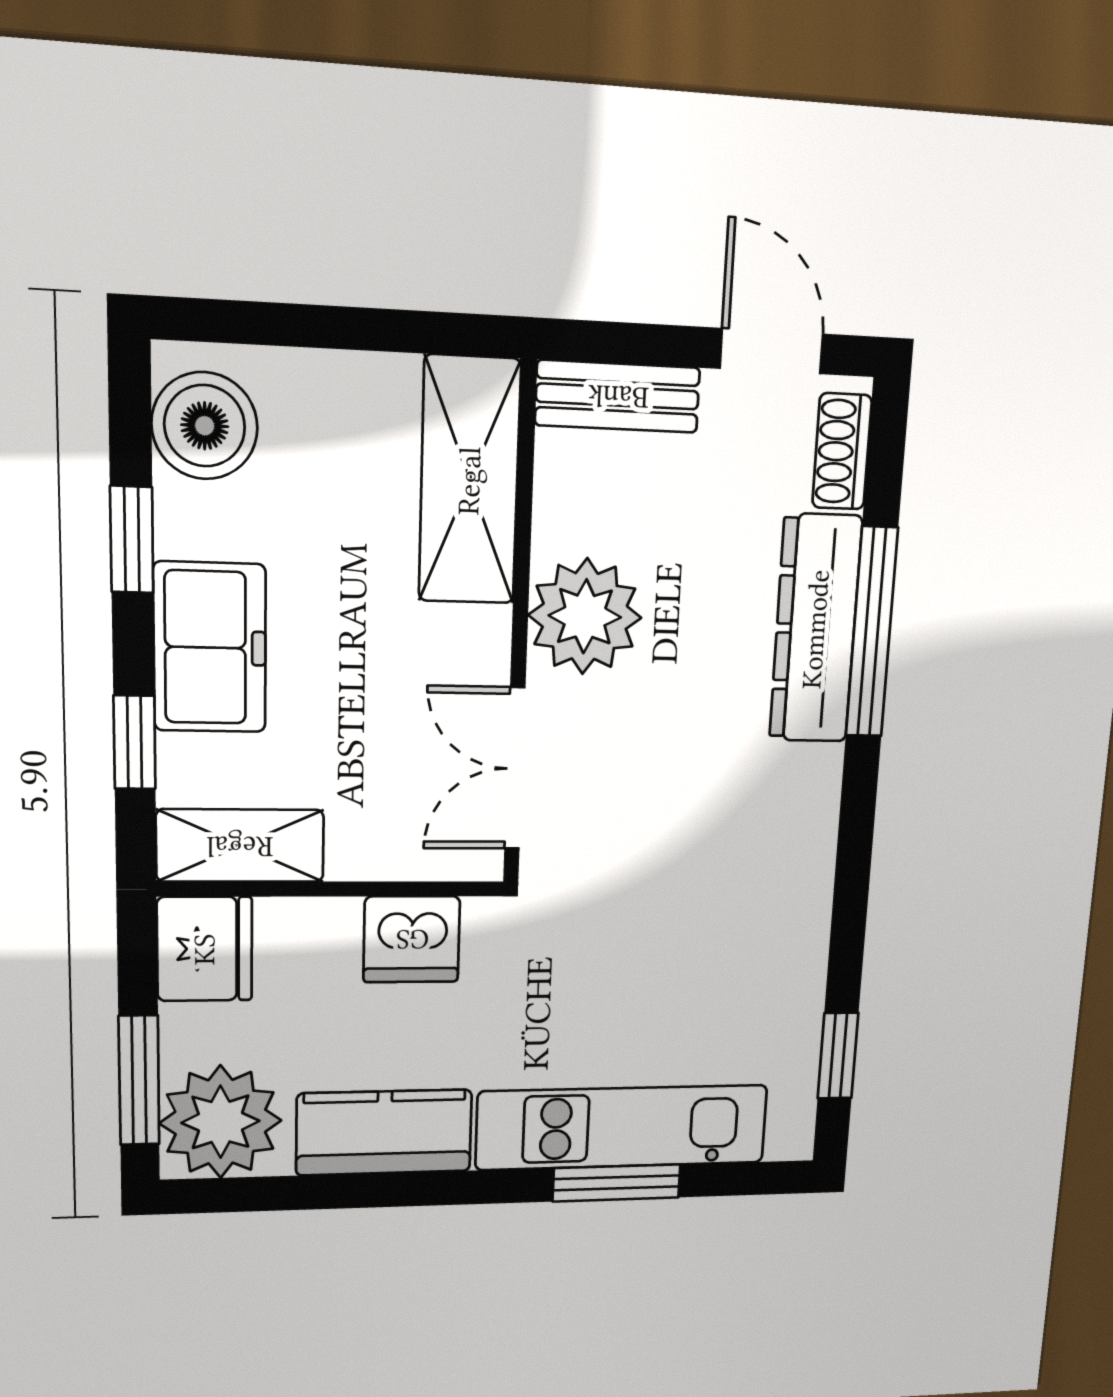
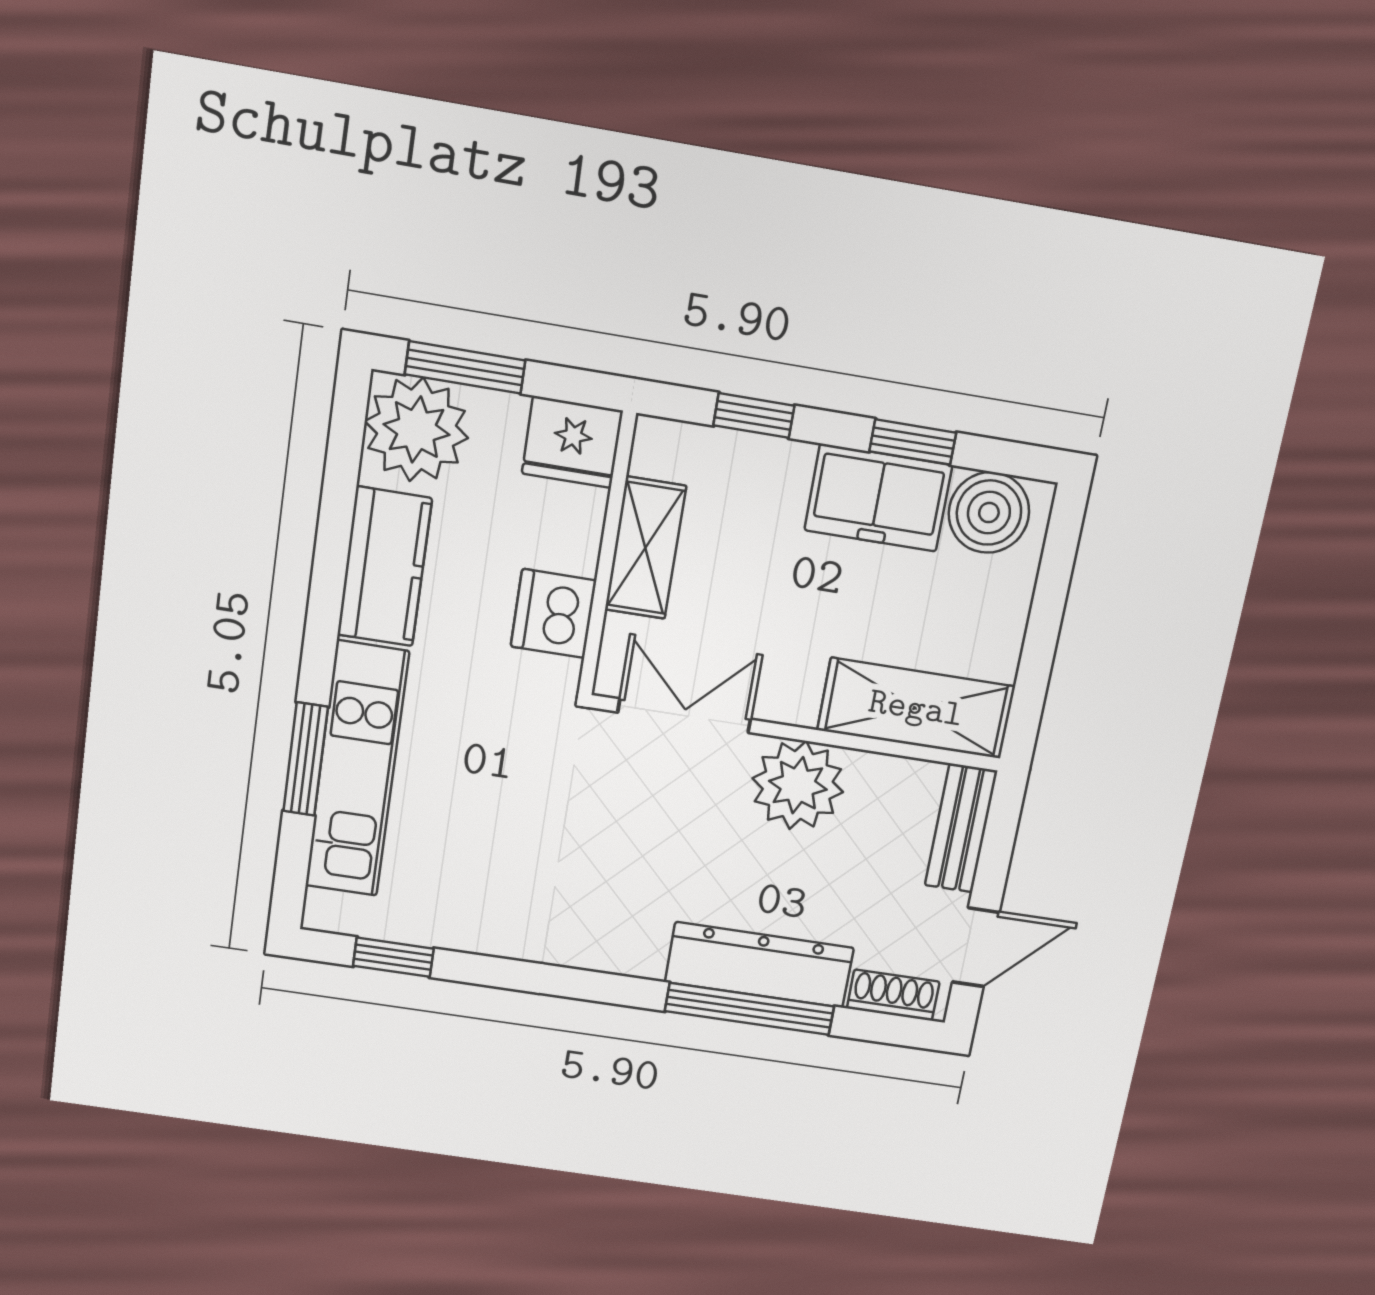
freezer: (210, 648) -> (878, 498), moved
shelving: (240, 846) -> (645, 548), moved

